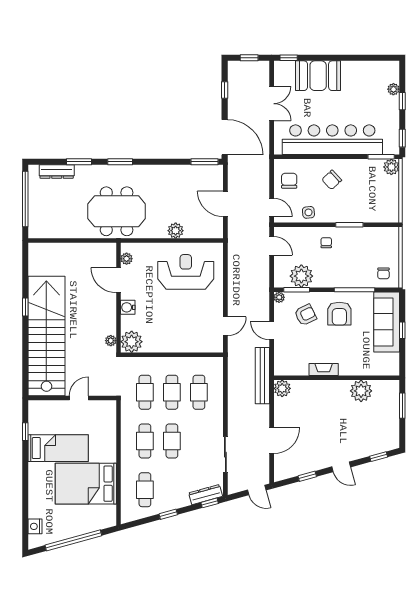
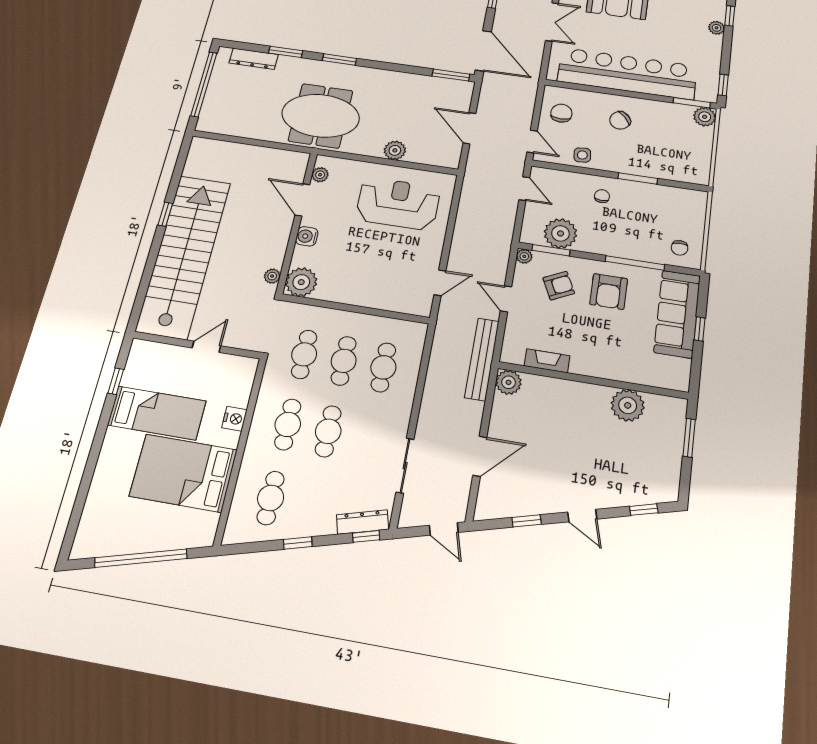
window: (402, 101) -> (730, 16), moved
fireplace: (324, 369) -> (547, 361), moved
nightstand: (35, 526) -> (234, 419), moved, turned 180

